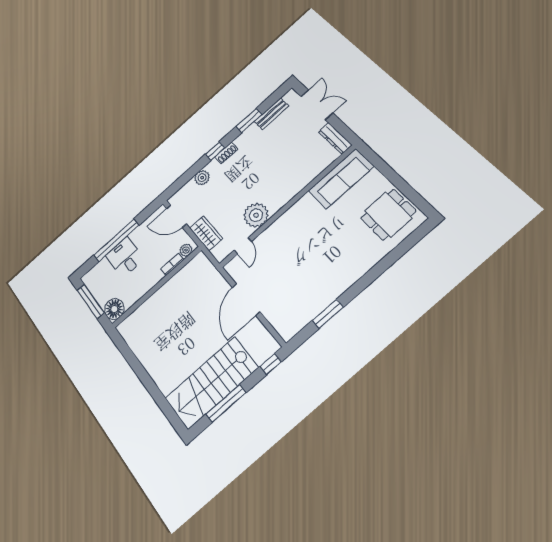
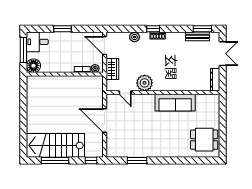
window: (249, 120) -> (202, 29), moved
sofa: (341, 179) -> (175, 103), moved
window: (116, 240) -> (62, 29), width x0.47
door: (243, 246) -> (125, 93), hinge flipped
desk: (125, 257) -> (37, 42), moved, turned -90
door: (246, 300) -> (105, 120), hinge flipped

